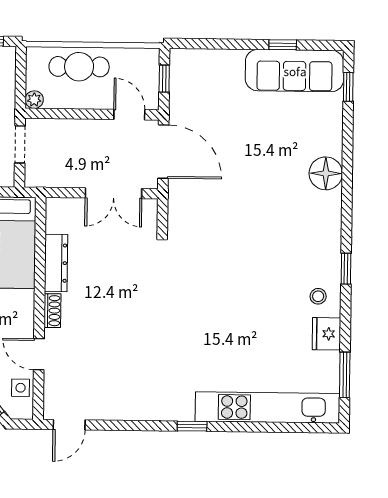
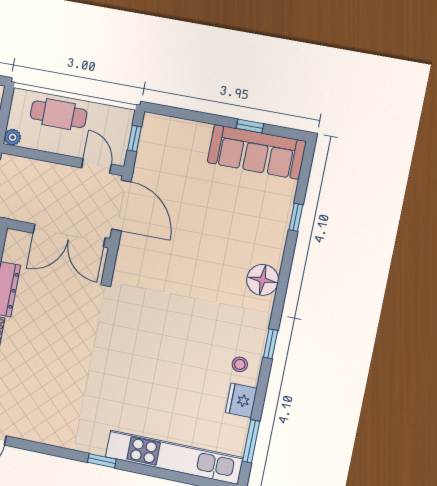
window: (348, 87) -> (296, 217), moved
floor lamp: (326, 173) -> (263, 280), moved
double door: (114, 193) -> (69, 235), width x1.37

